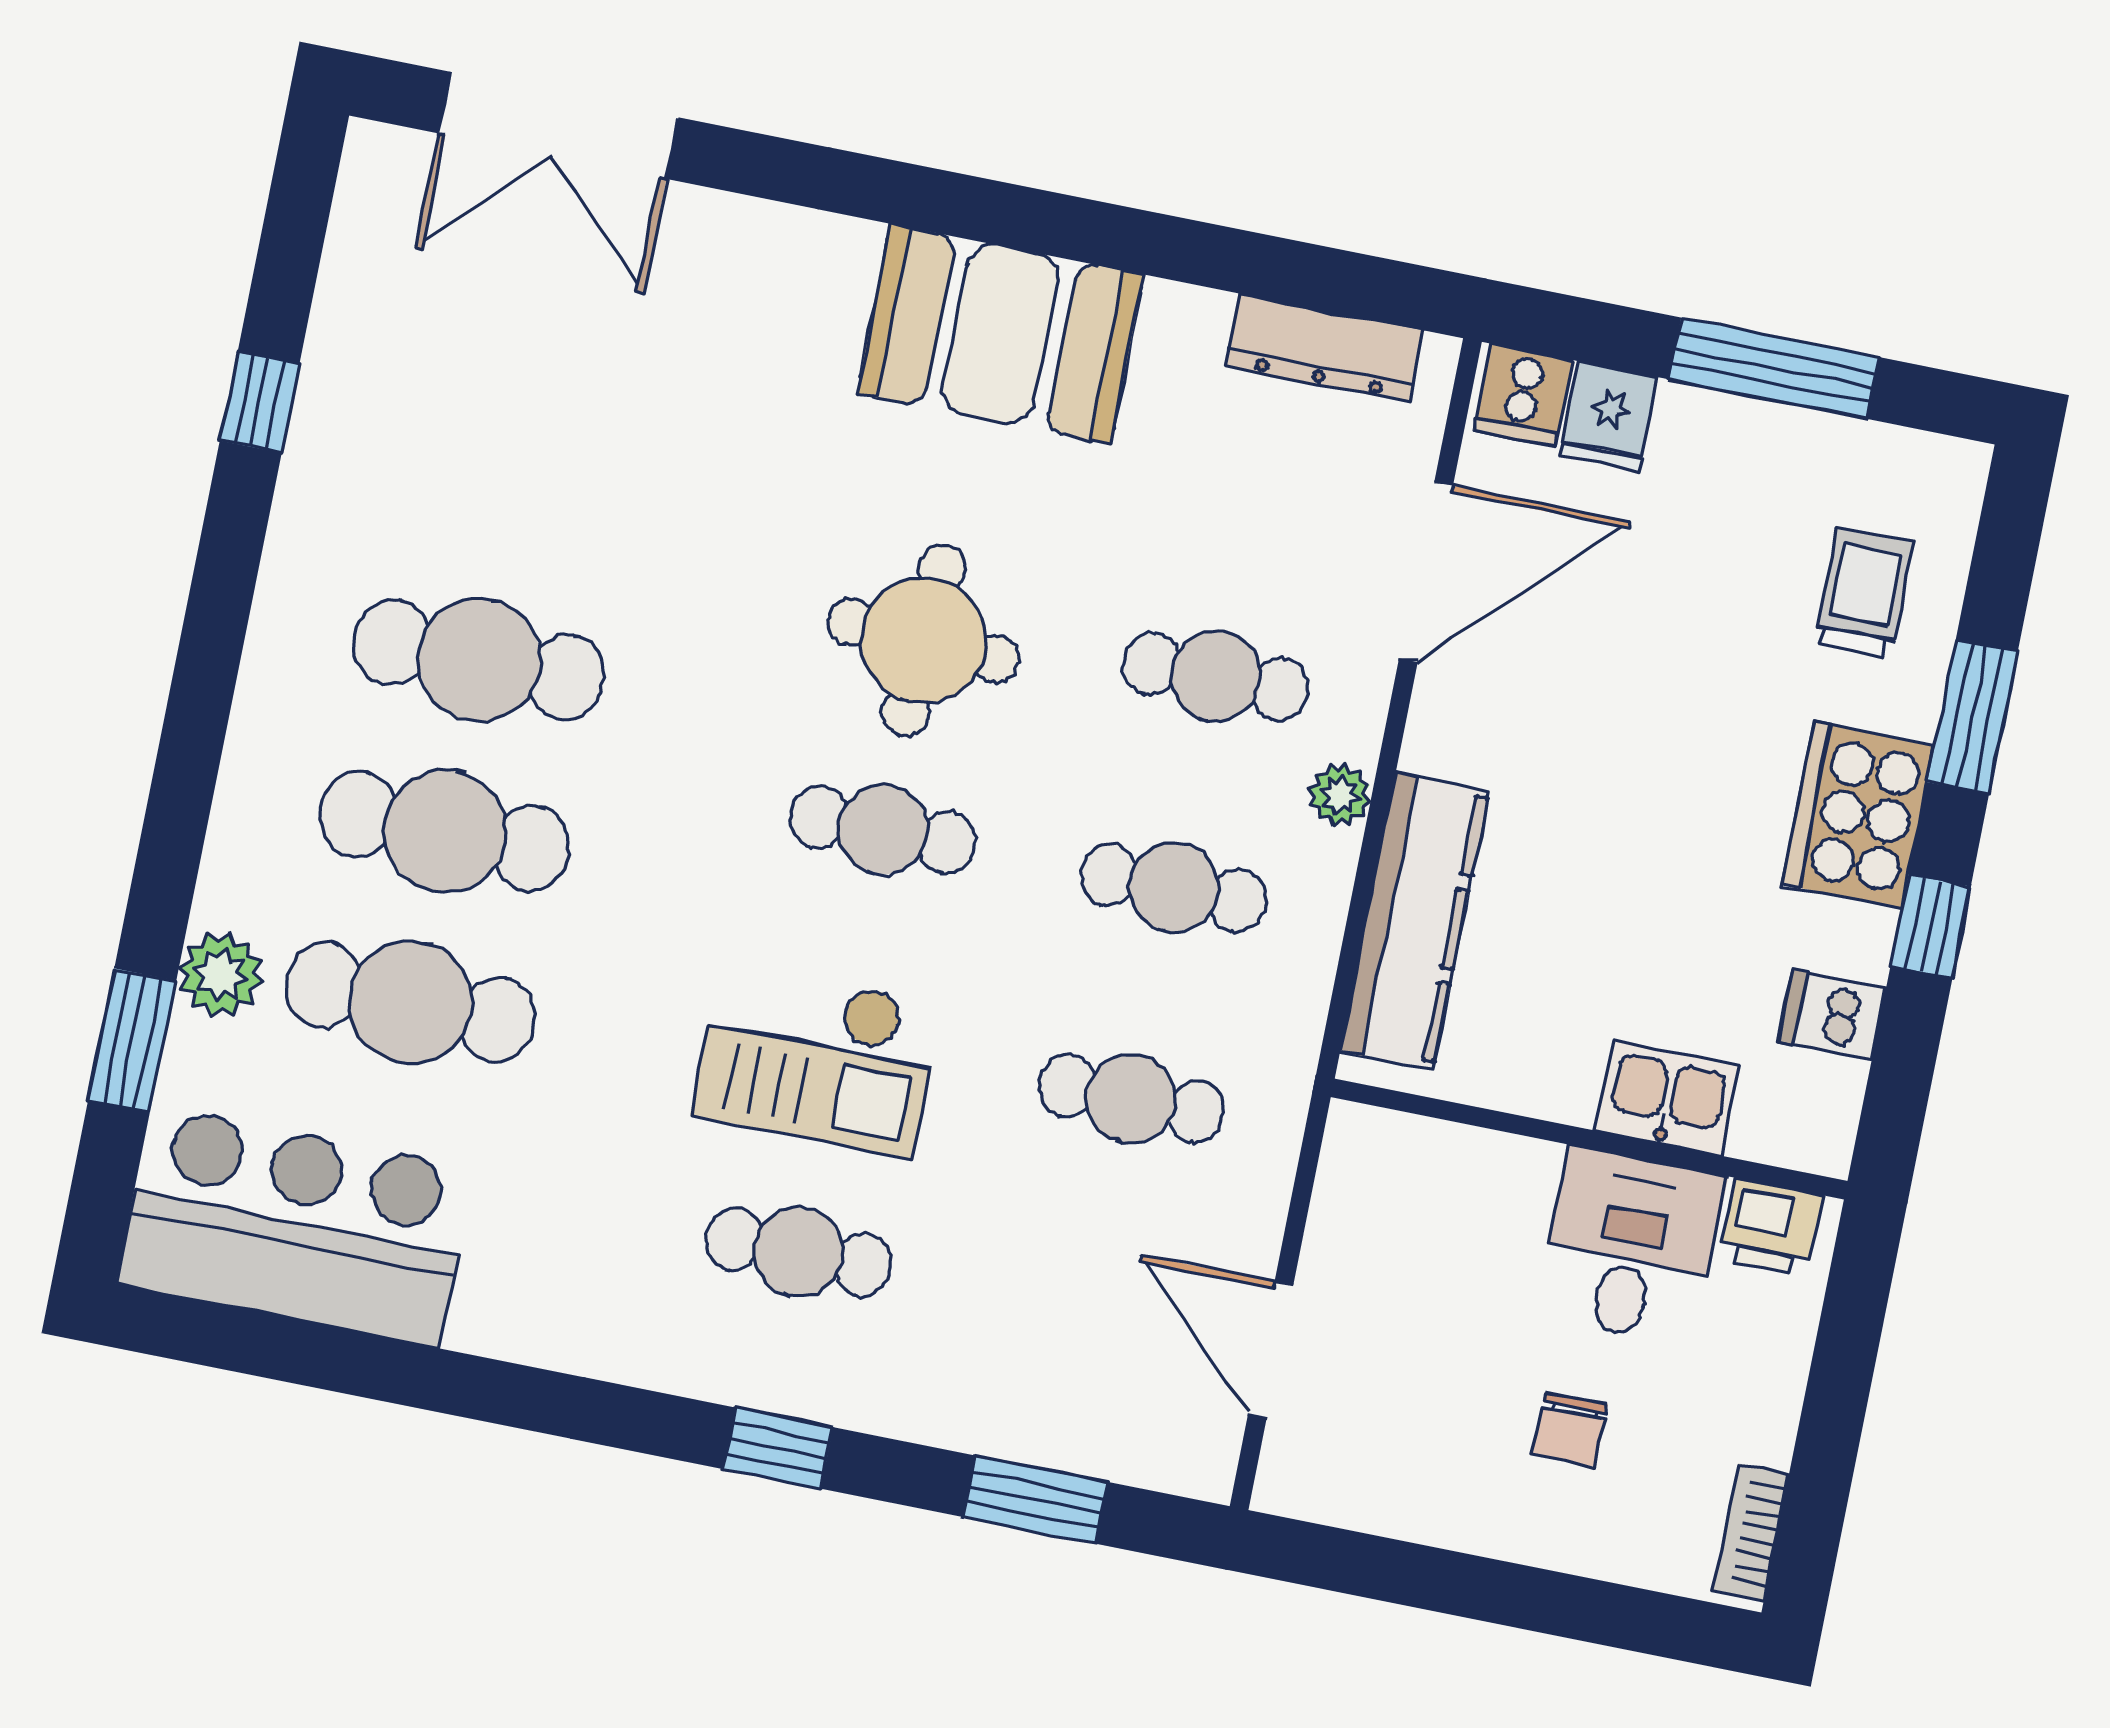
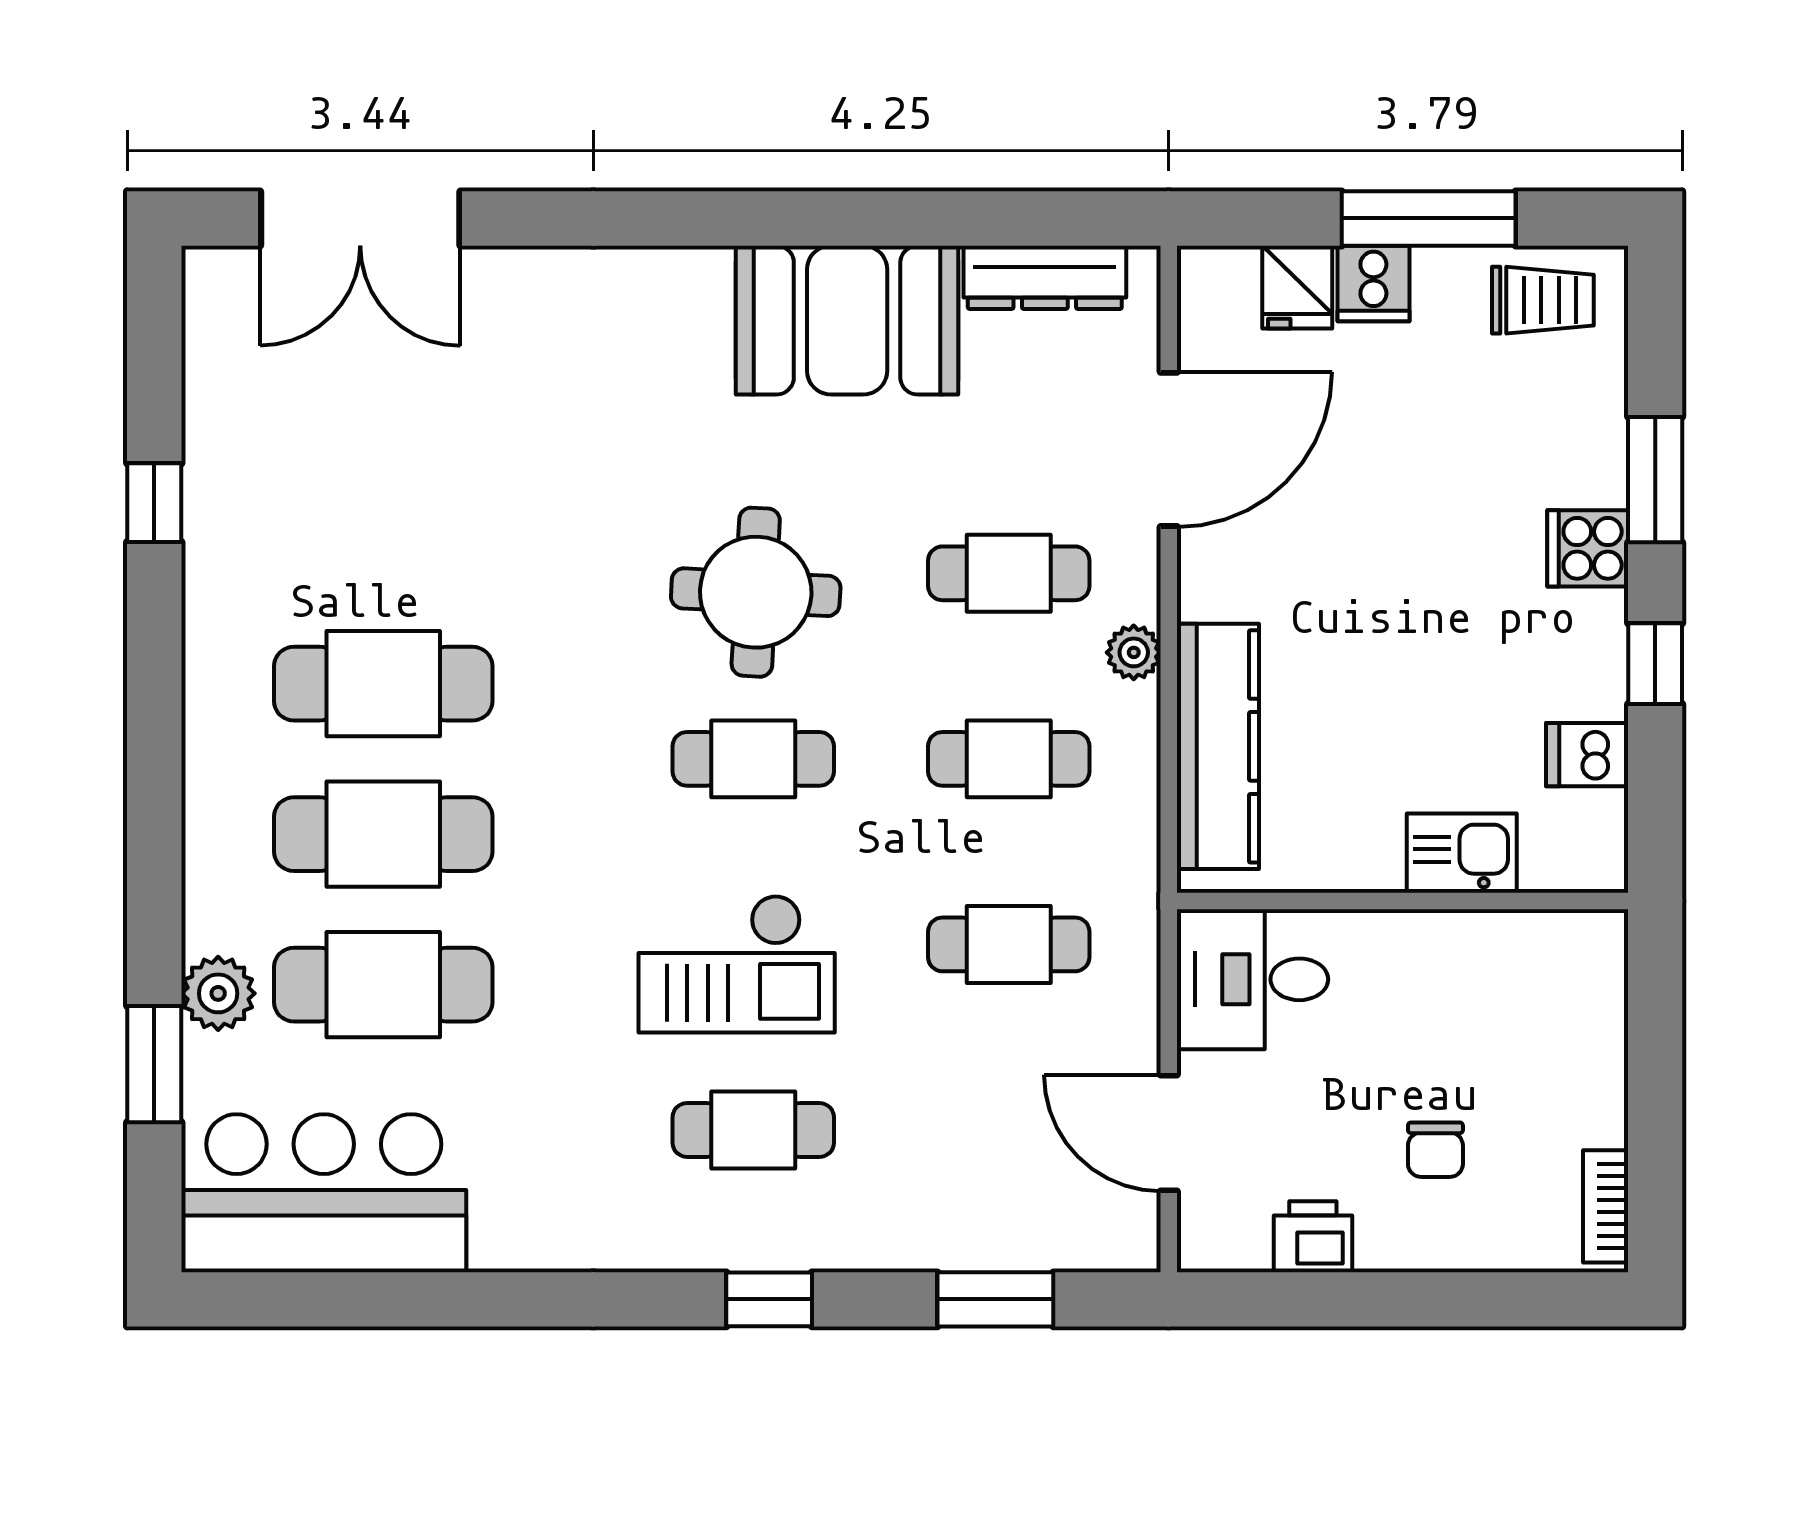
booth: (1001, 334) -> (847, 320), moved
cooker: (1523, 395) -> (1373, 283), moved
trolley: (1864, 592) -> (1543, 300), moved, turned 90
cooker: (1858, 815) -> (1588, 548), width x0.53, depth x0.76
printer: (1771, 1227) -> (1313, 1237), moved, turned 180
desk: (1631, 1246) -> (1252, 979), moved, turned -90

